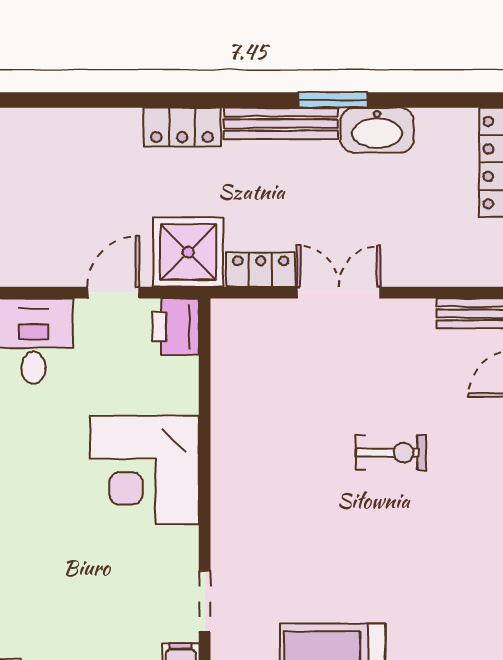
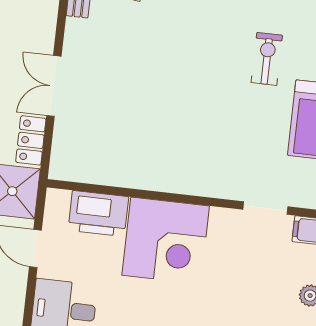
printer: (176, 327) -> (98, 214), moved, width x1.37, depth x1.19
exercise bike: (391, 453) -> (267, 59), moved

